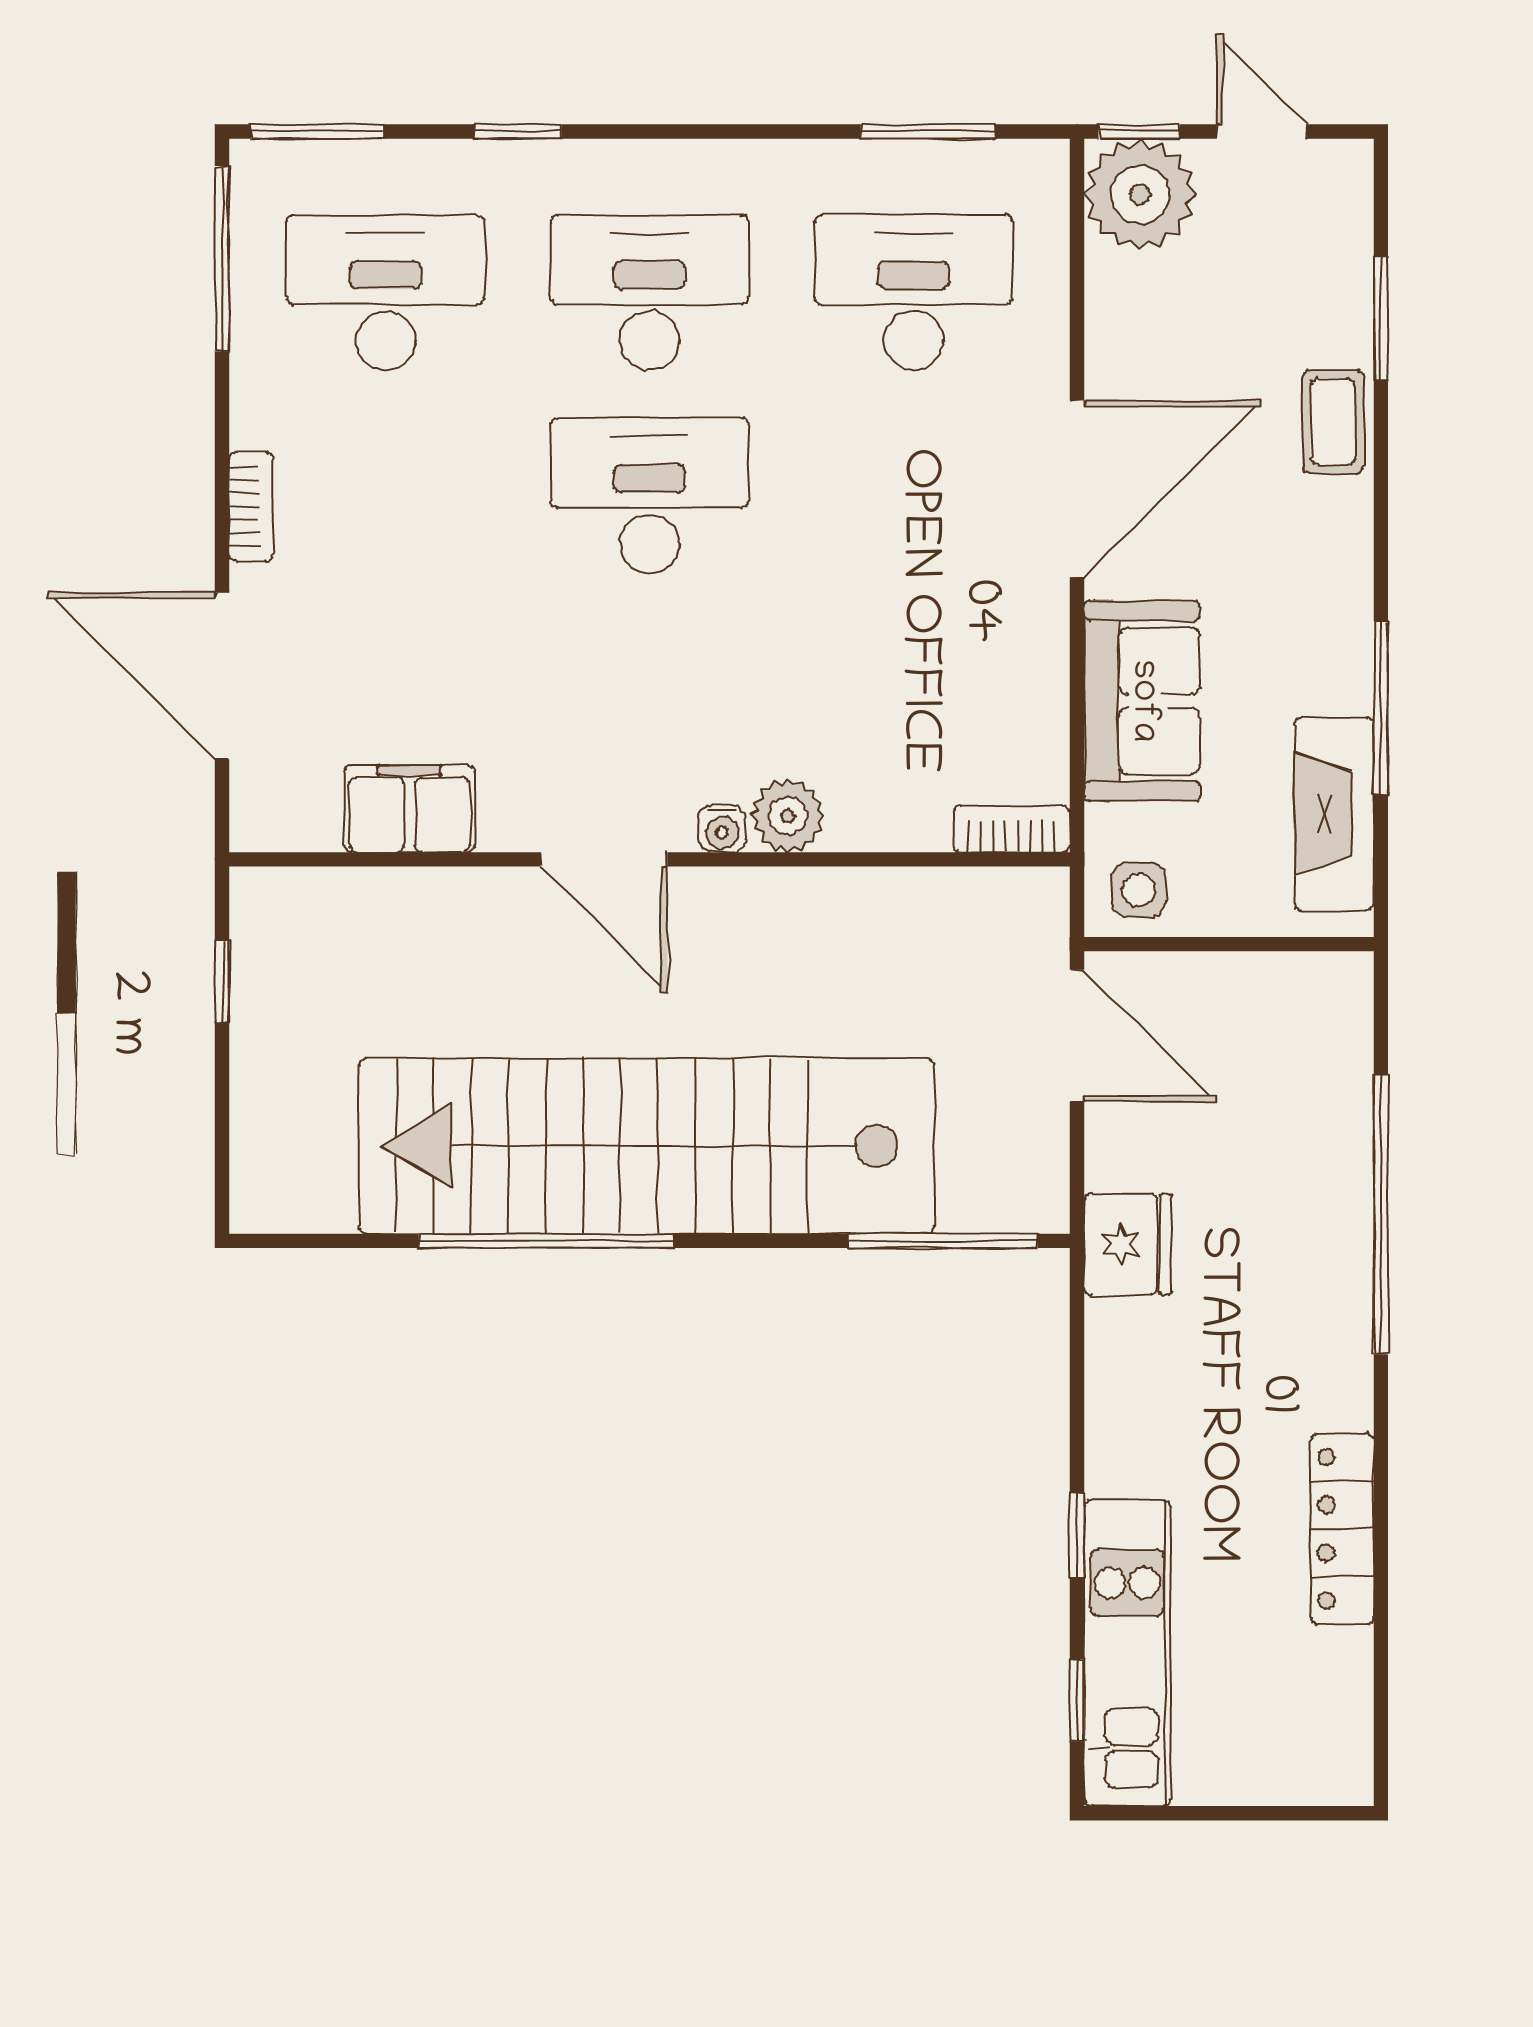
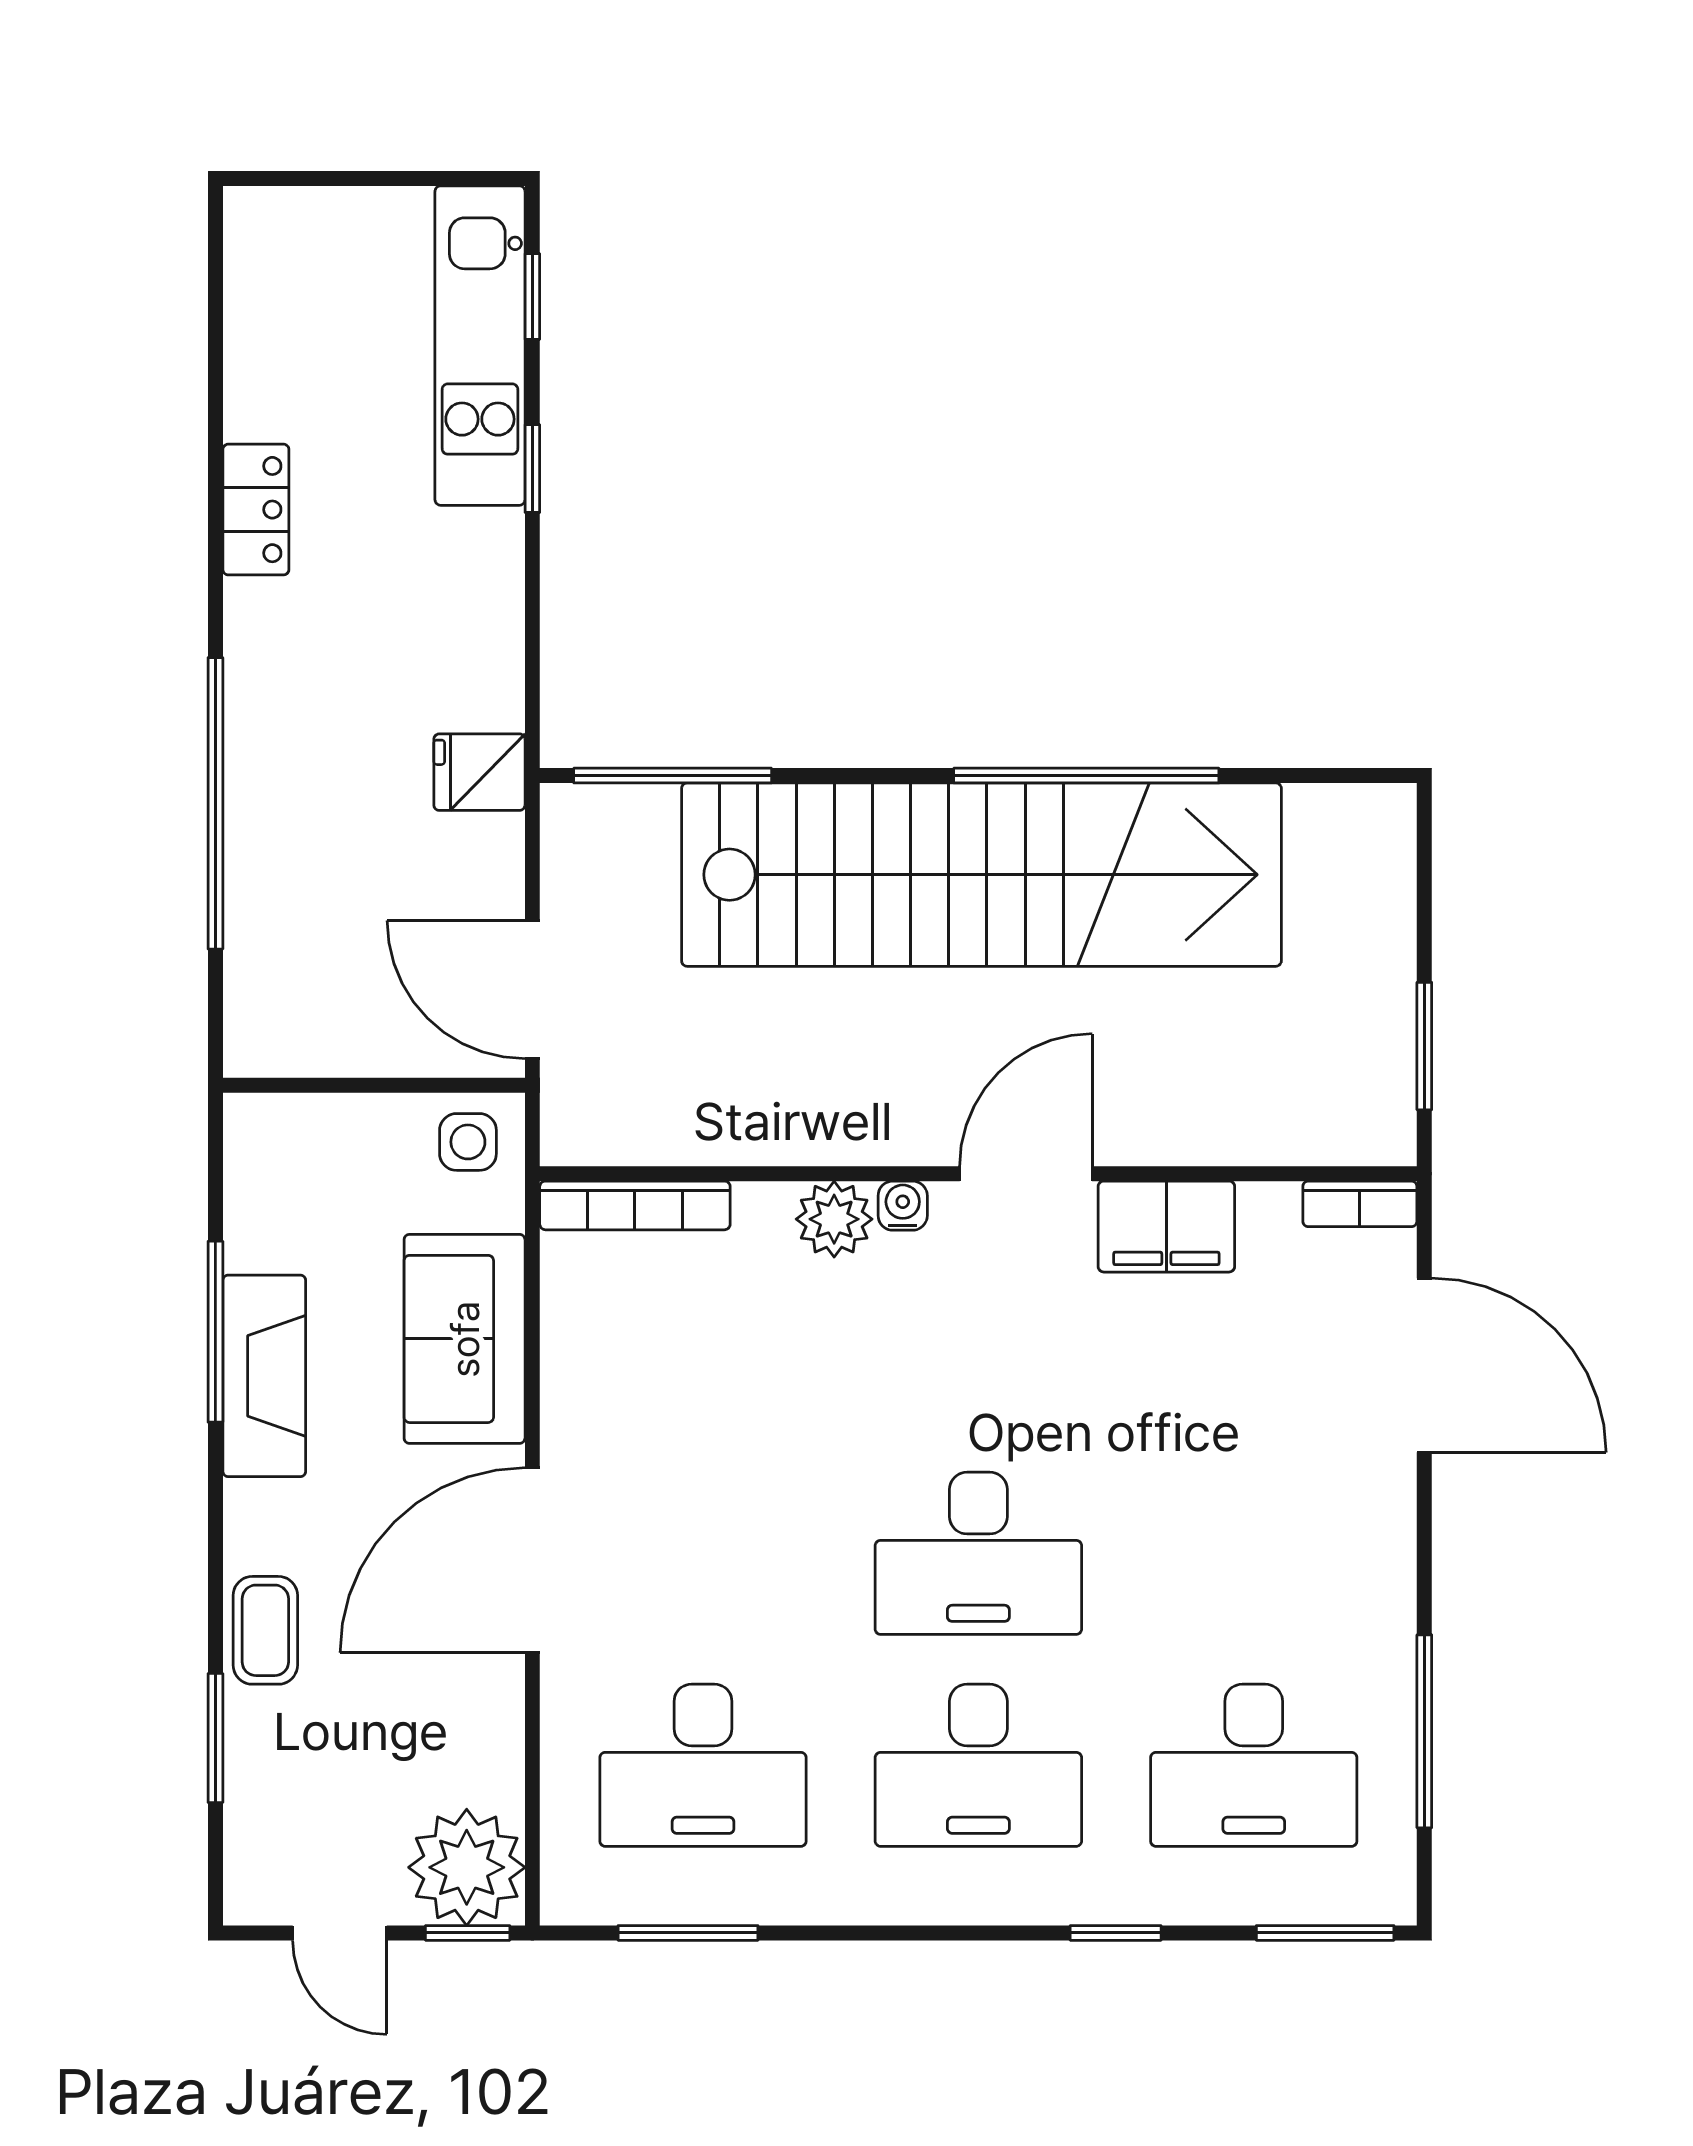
window: (222, 259) -> (1424, 1731), moved
bookcase: (251, 506) -> (1360, 1204), moved, turned -90
filing cabinet: (410, 809) -> (1166, 1227), moved
fireplace: (1334, 814) -> (264, 1376), moved
bookcase: (1012, 829) -> (635, 1205), width x1.56
door: (604, 859) -> (1026, 1174), hinge flipped
window: (222, 982) -> (1424, 1046), width x1.50
fridge: (1128, 1244) -> (479, 772), width x0.72
locker: (1342, 1529) -> (256, 510), width x0.66

